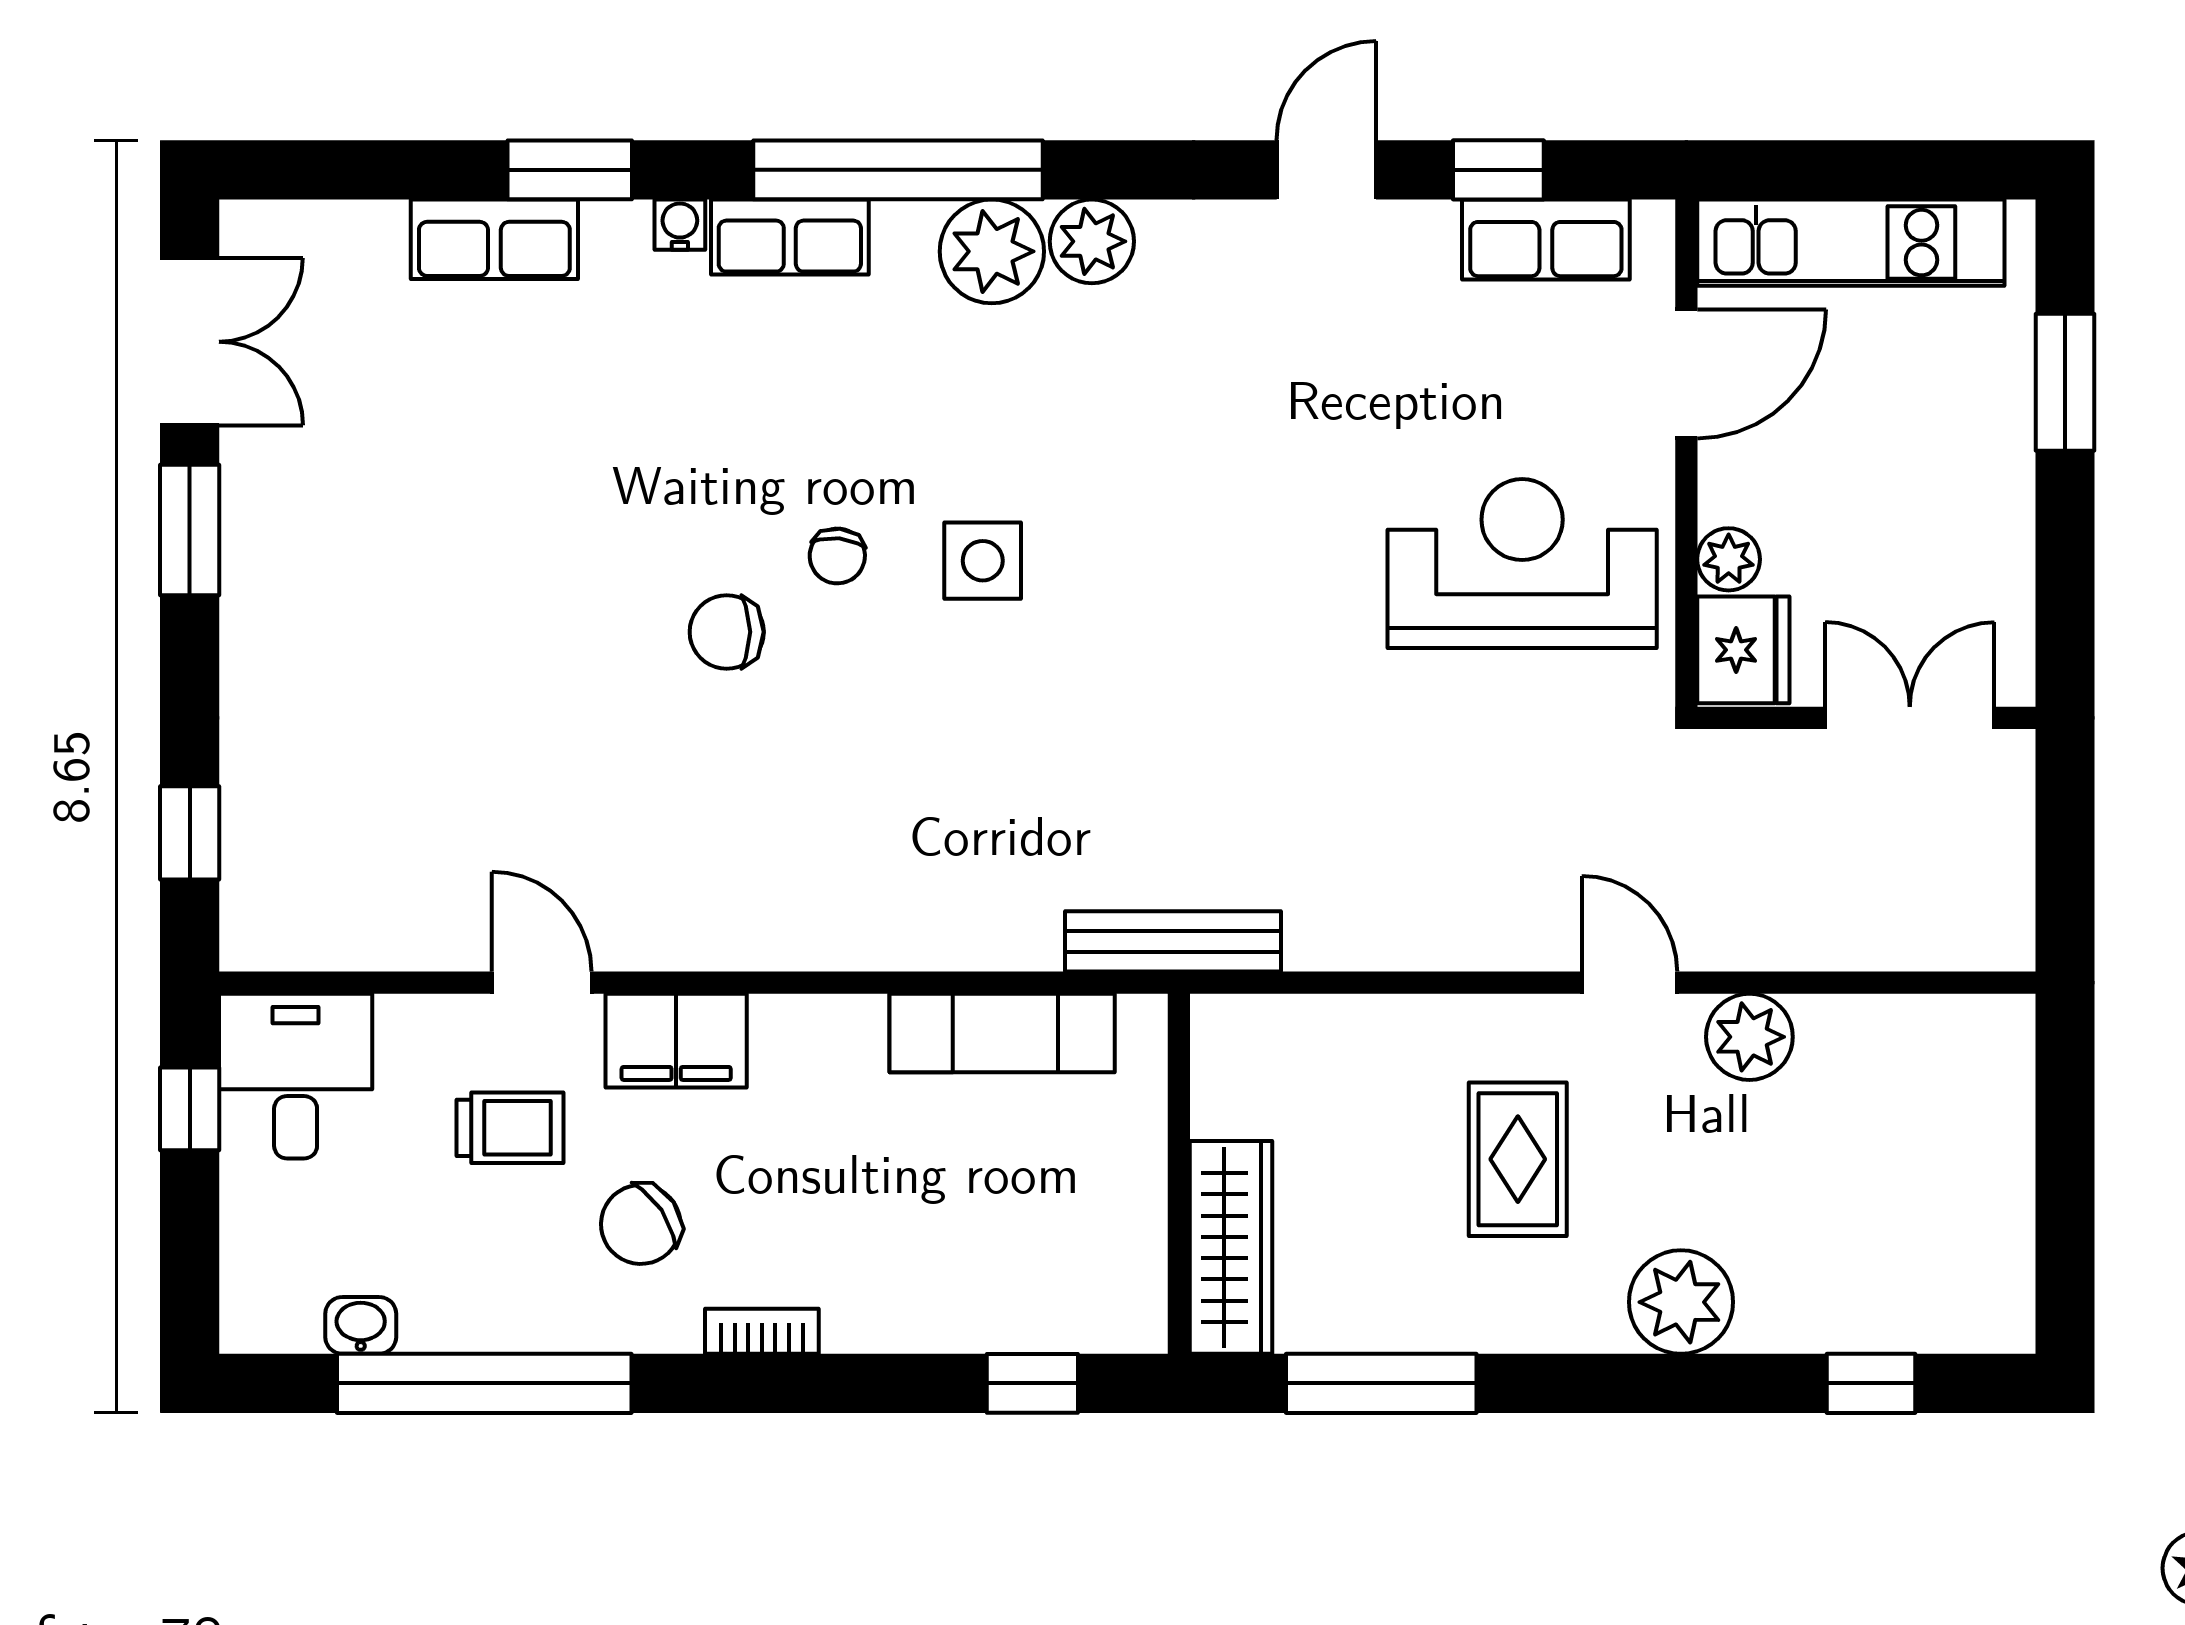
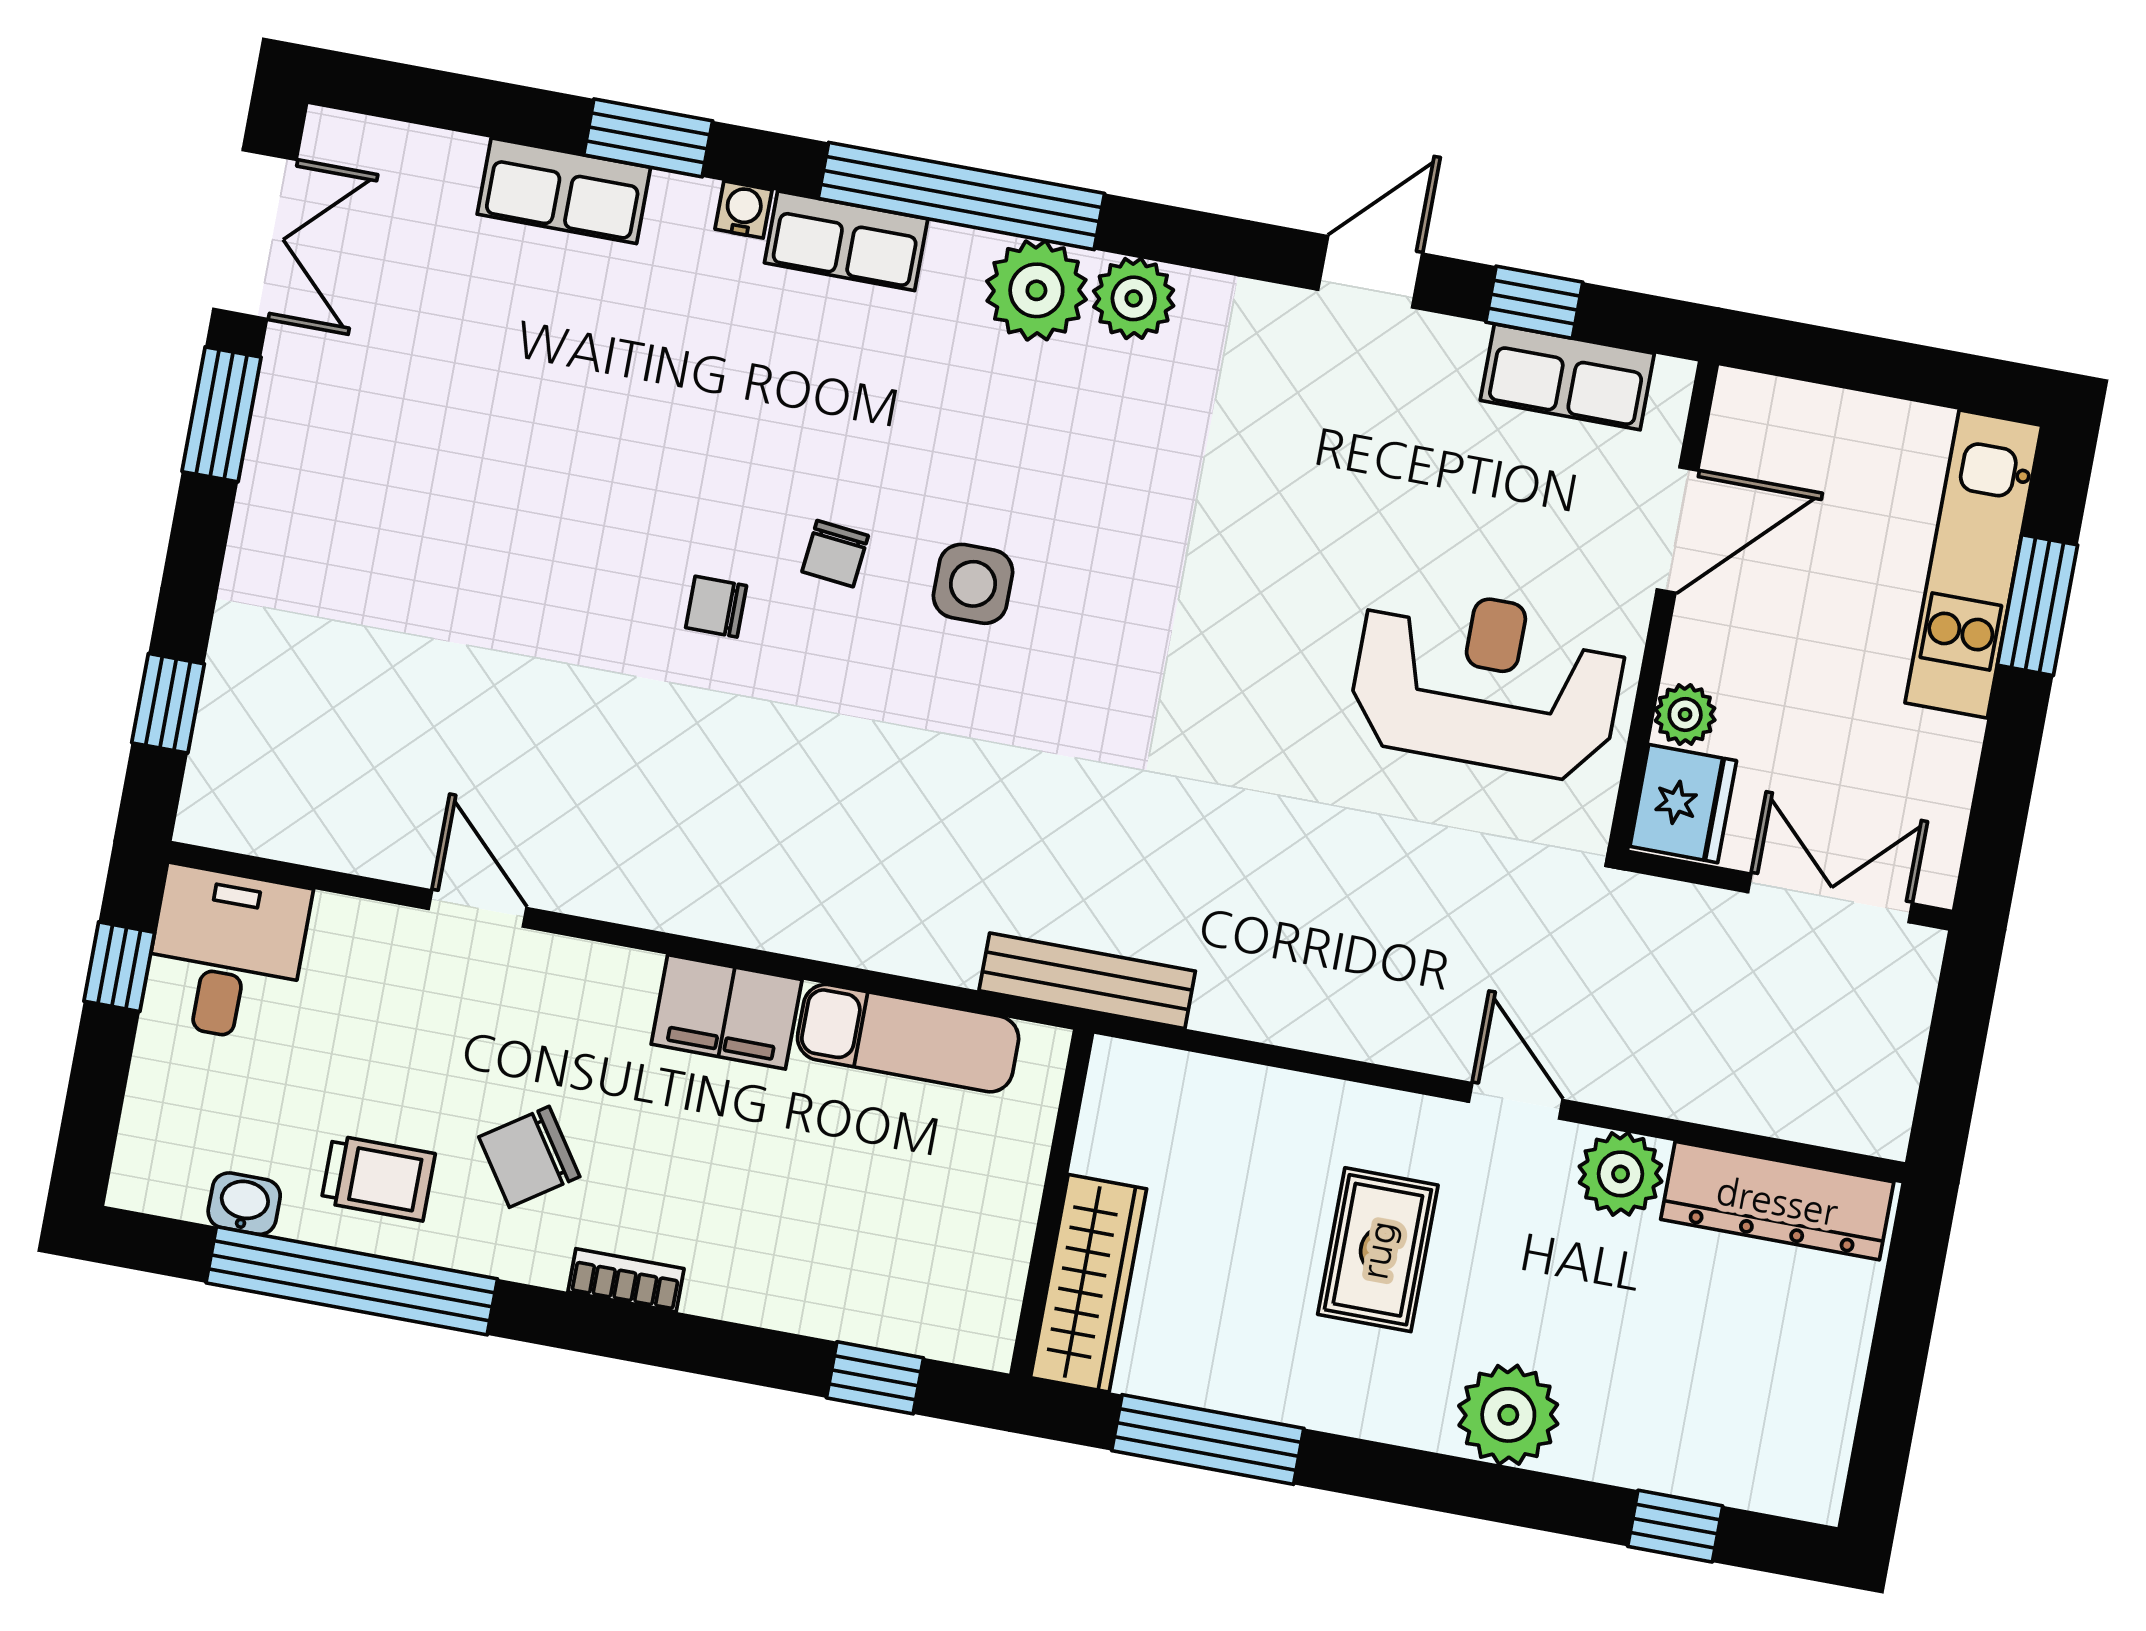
kitchen unit: (1851, 243) -> (1973, 564), moved, turned 90
chair: (727, 632) -> (716, 607), width x0.73, depth x0.73
dresser: (1913, 1034) -> (1777, 1201), added
filing cabinet: (676, 1041) -> (727, 1012), moved
trolley: (510, 1128) -> (378, 1178), moved

